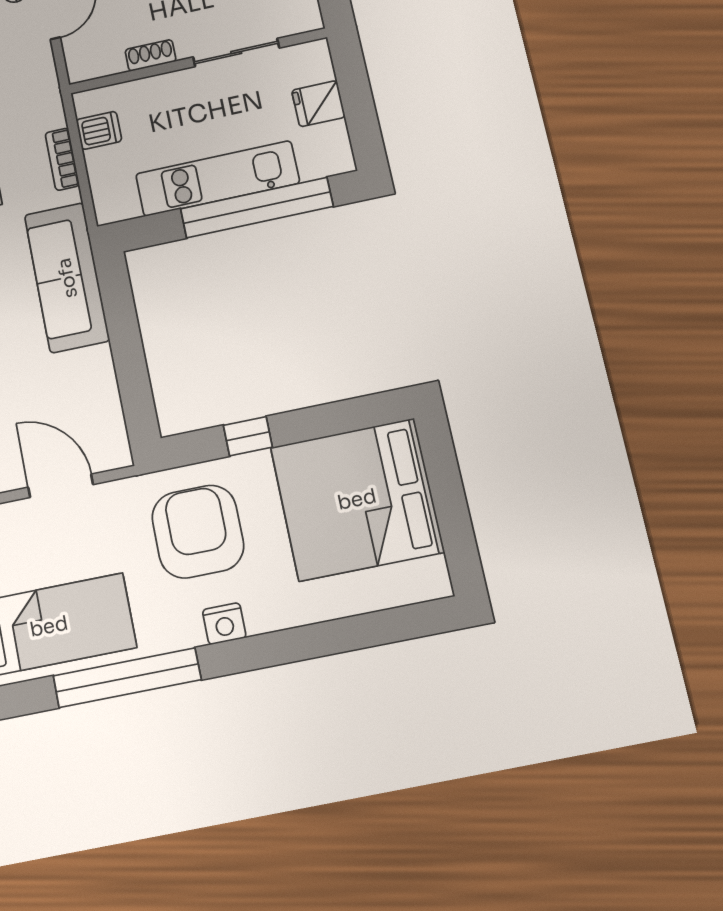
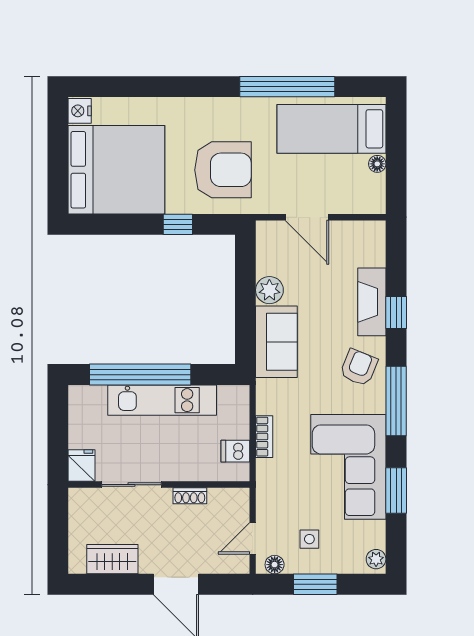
fridge: (318, 104) -> (81, 466), moved, turned -90
sofa: (67, 278) -> (276, 342), width x0.73
plant: (95, 368) -> (269, 290), added
armchair: (198, 532) -> (223, 170), turned -90
nightstand: (224, 624) -> (80, 111), moved, turned -90

